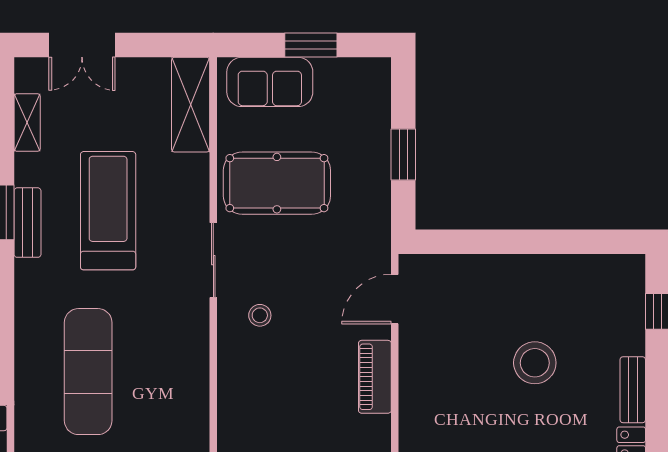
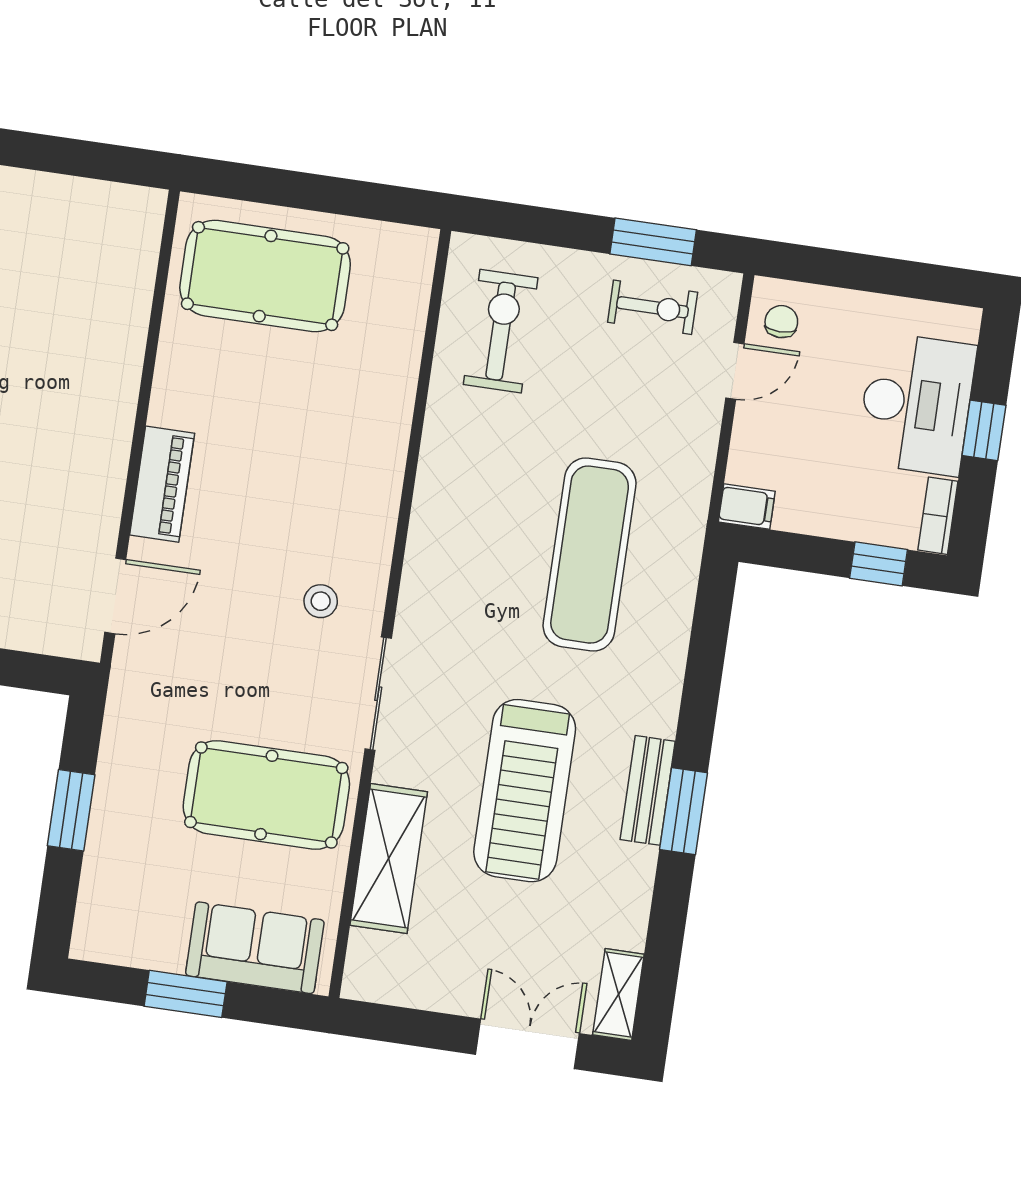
shelving: (191, 105) -> (389, 858), moved
shelving: (27, 122) -> (618, 995), moved

